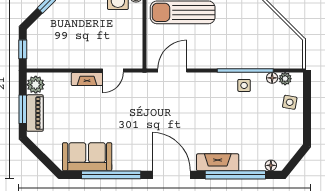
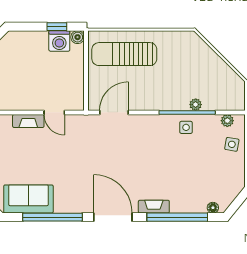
plant: (254, 63) -> (196, 105), added
door: (113, 71) -> (54, 112), hinge flipped
floor lamp: (272, 78) -> (214, 120), removed
fireplace: (218, 162) -> (154, 207), width x0.73, depth x0.76

